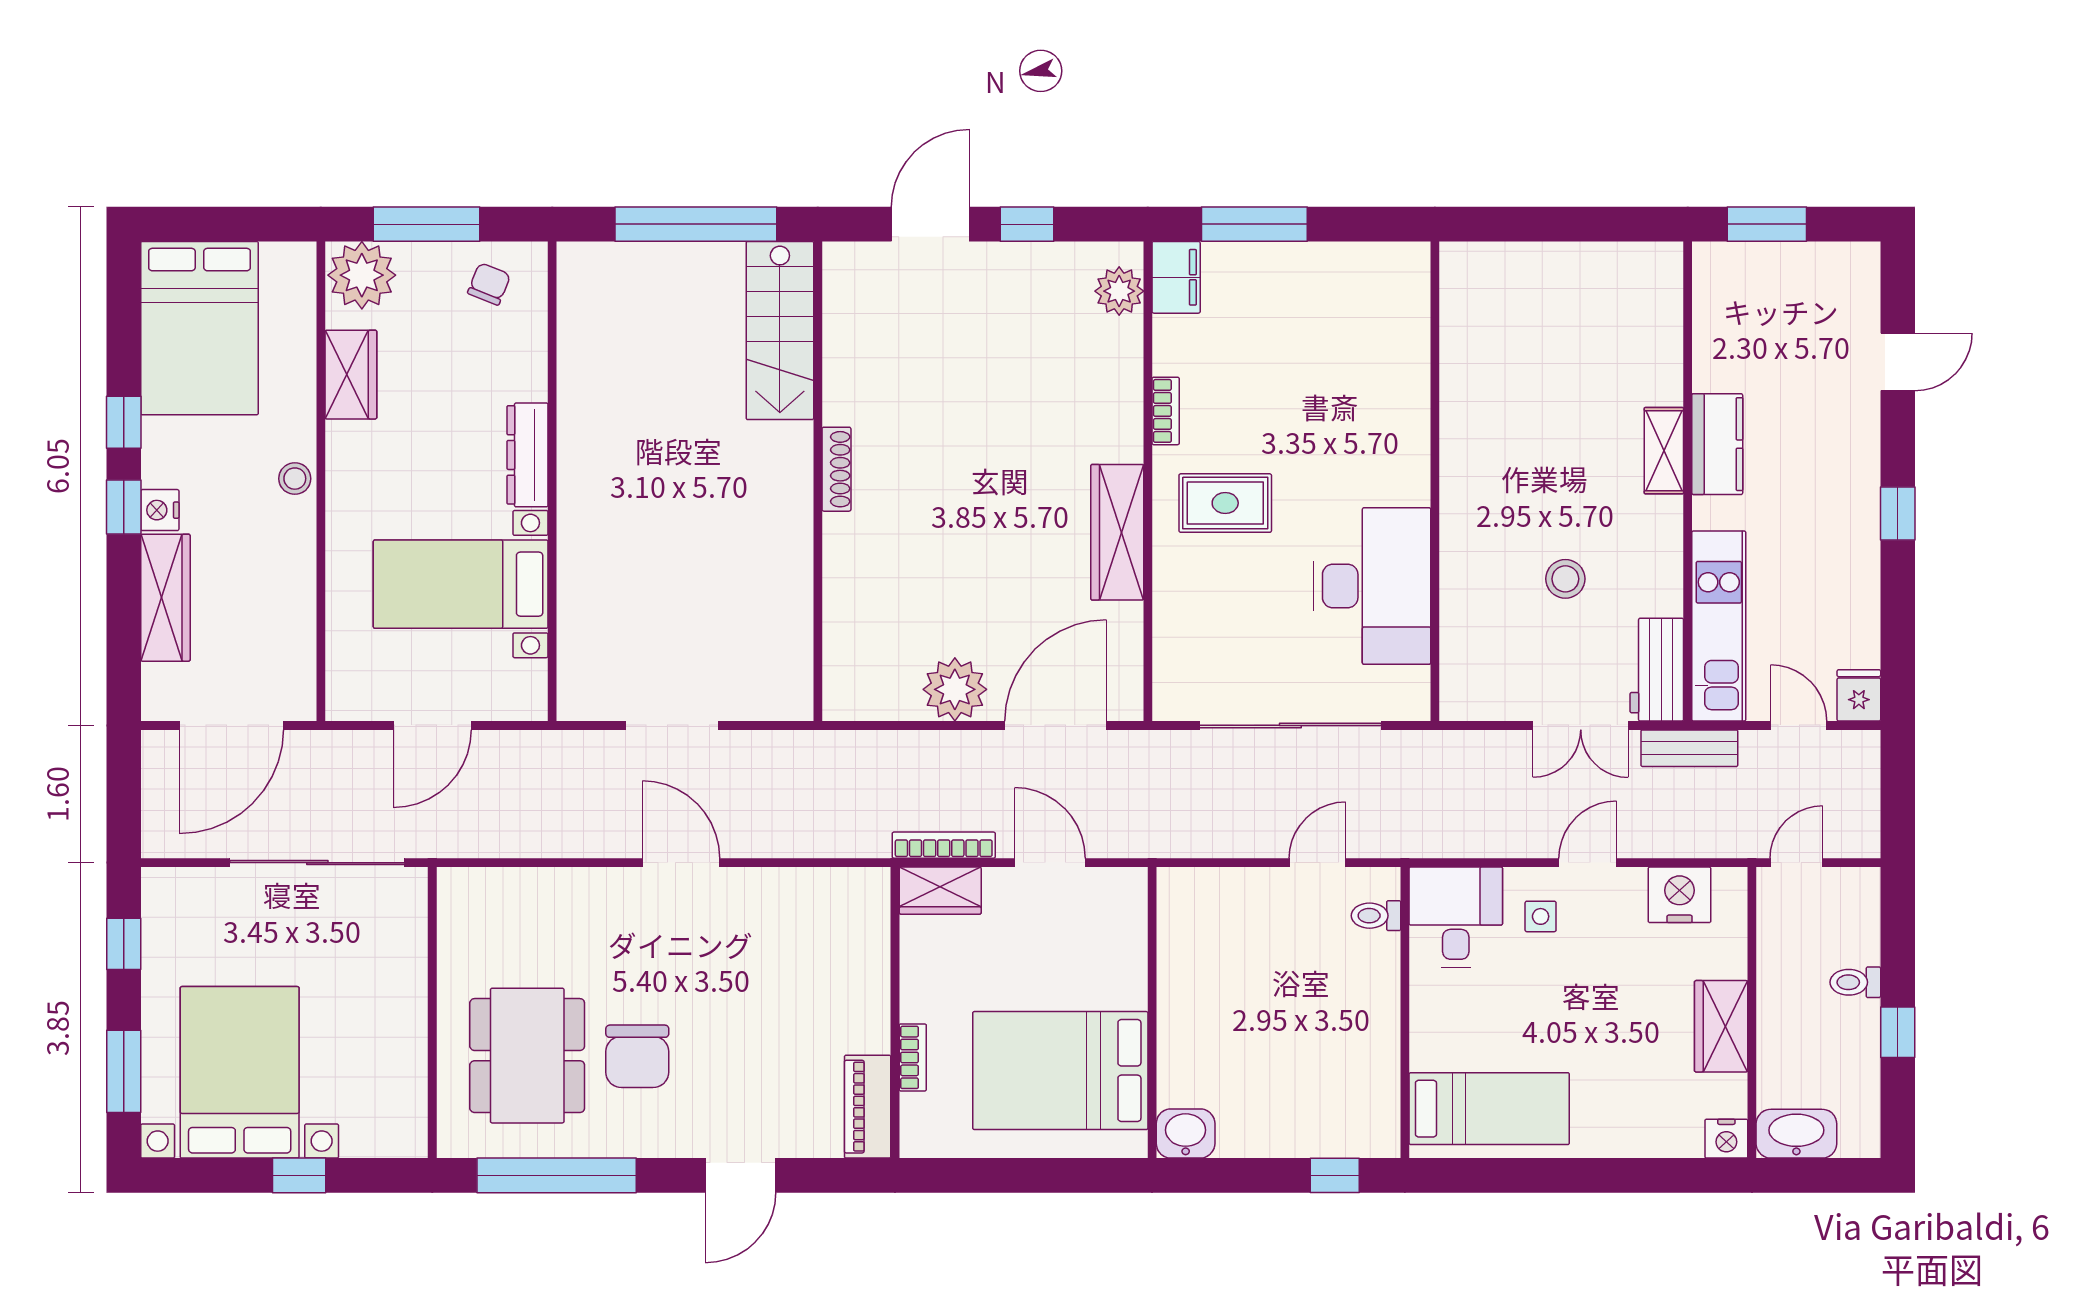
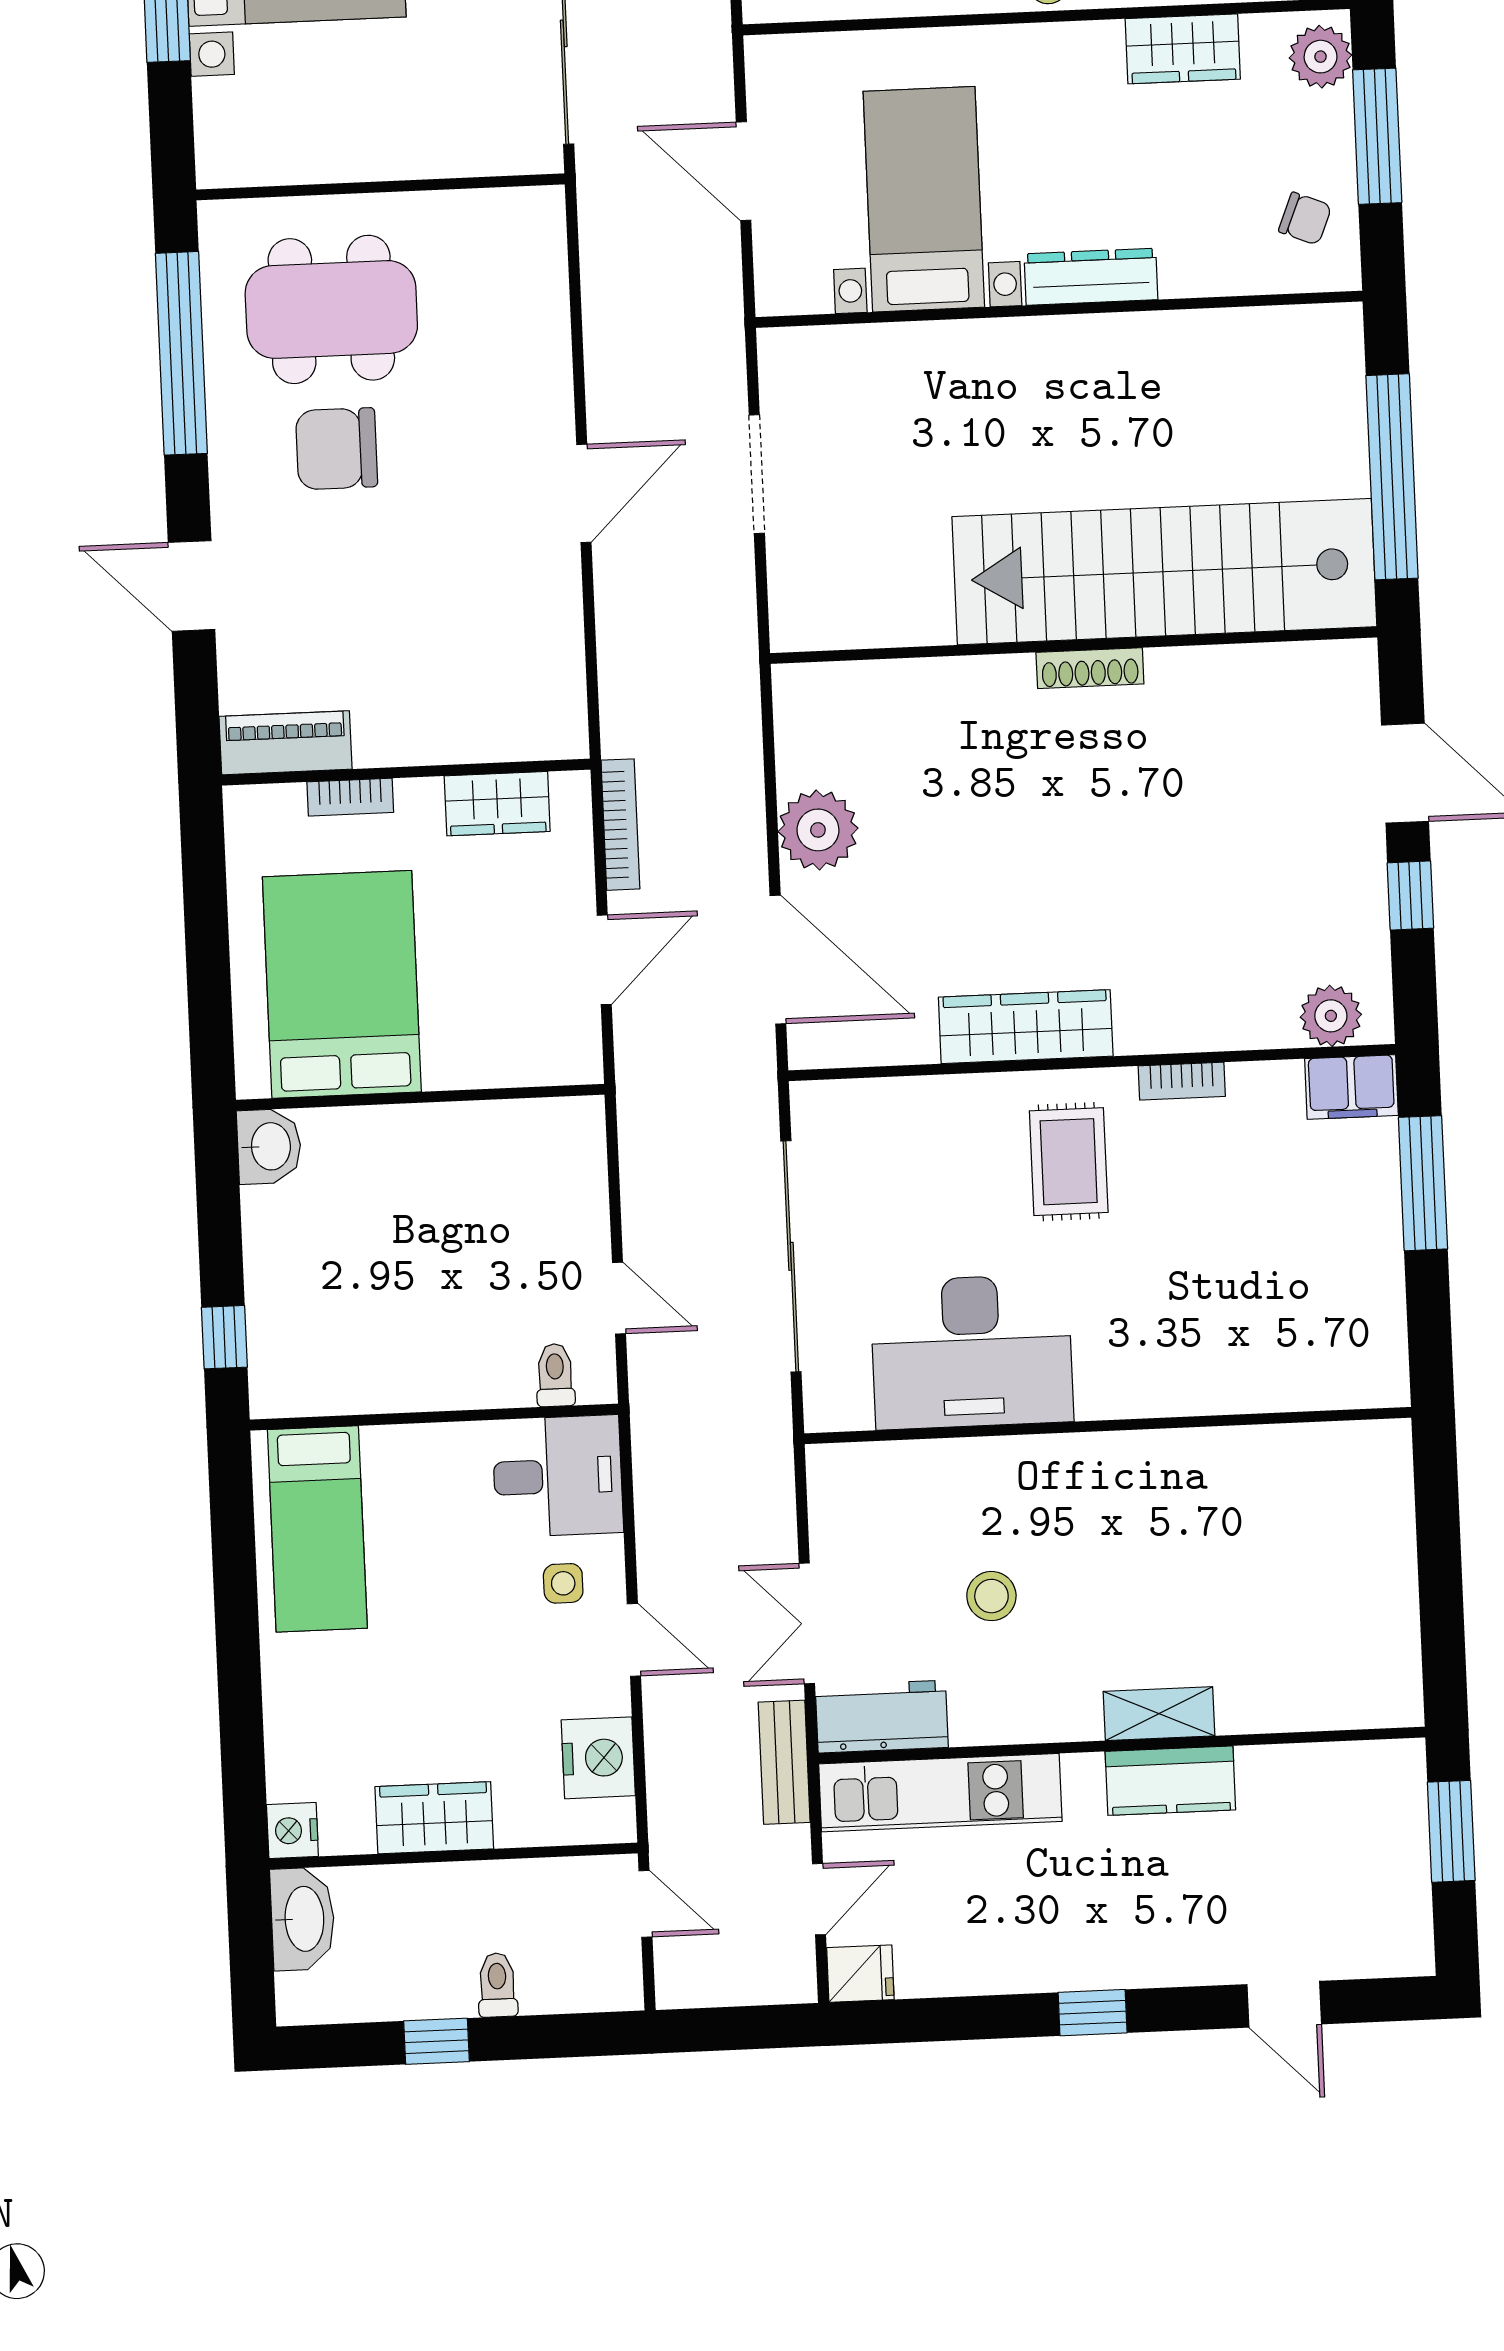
plant: (362, 275) -> (1321, 57), width x0.73, depth x0.73
stairs: (780, 330) -> (1164, 572), width x1.86, depth x1.51
wardrobe: (940, 891) -> (497, 804), moved, turned -90

